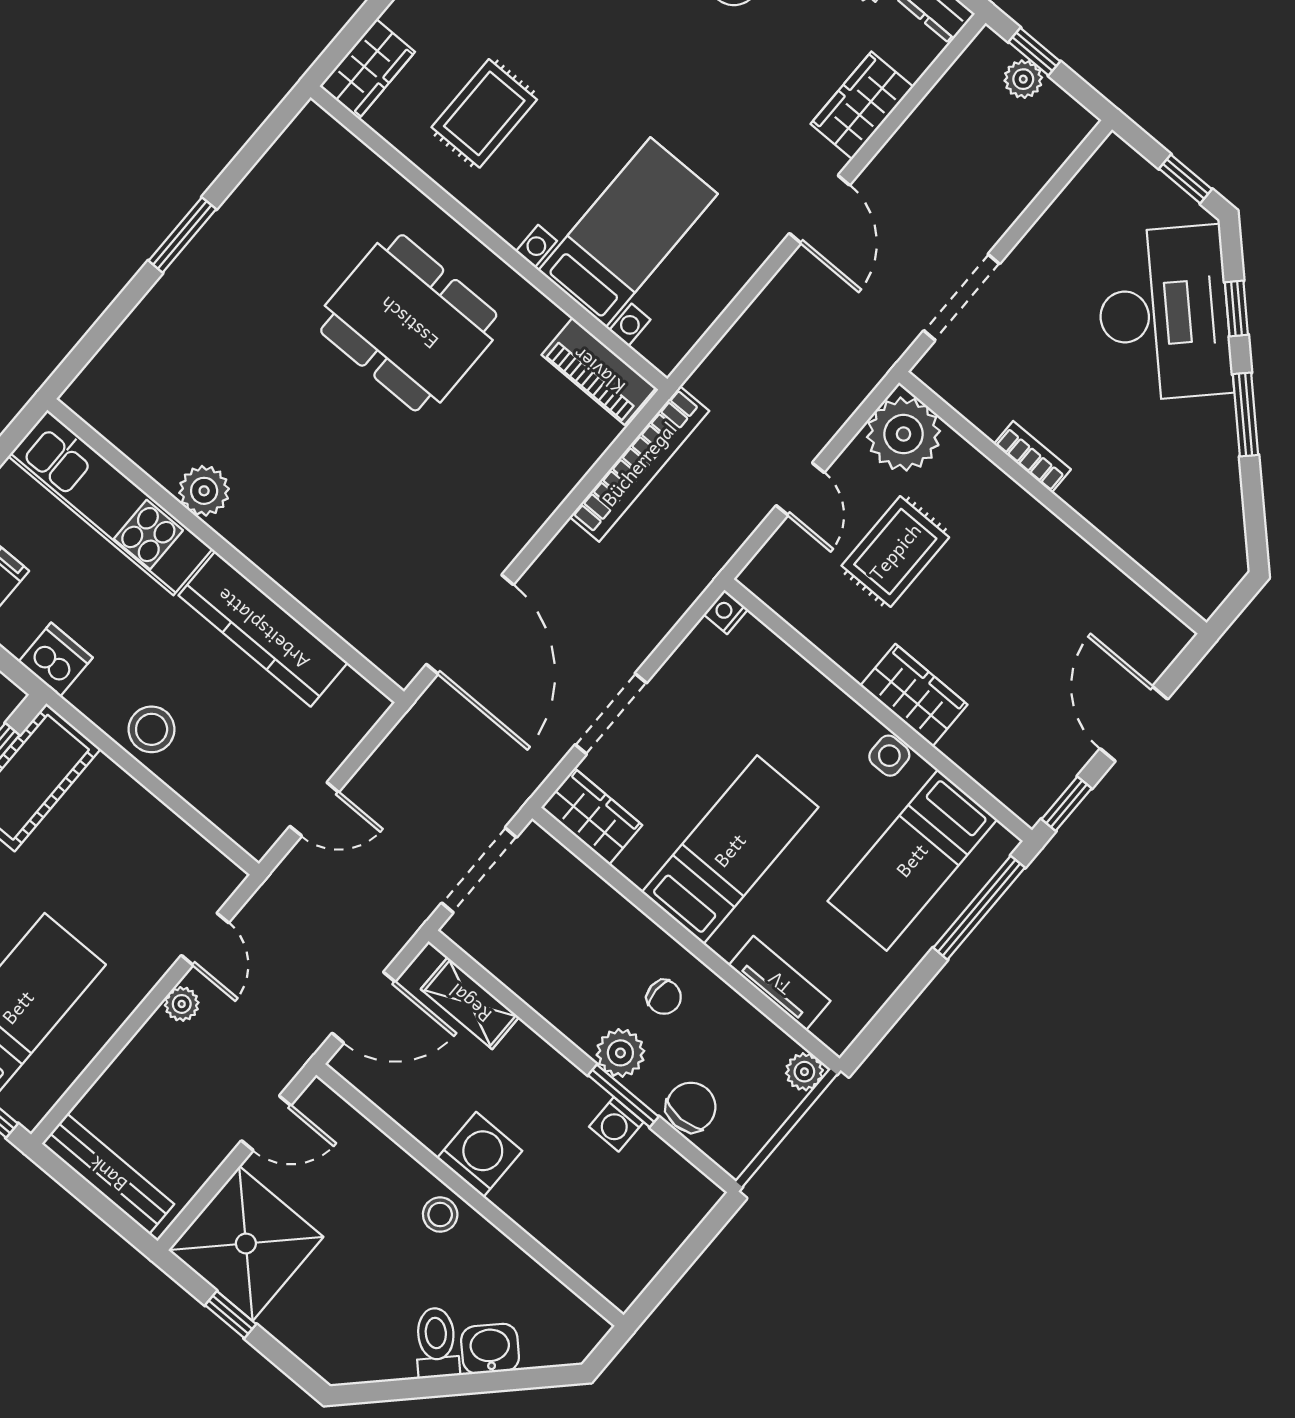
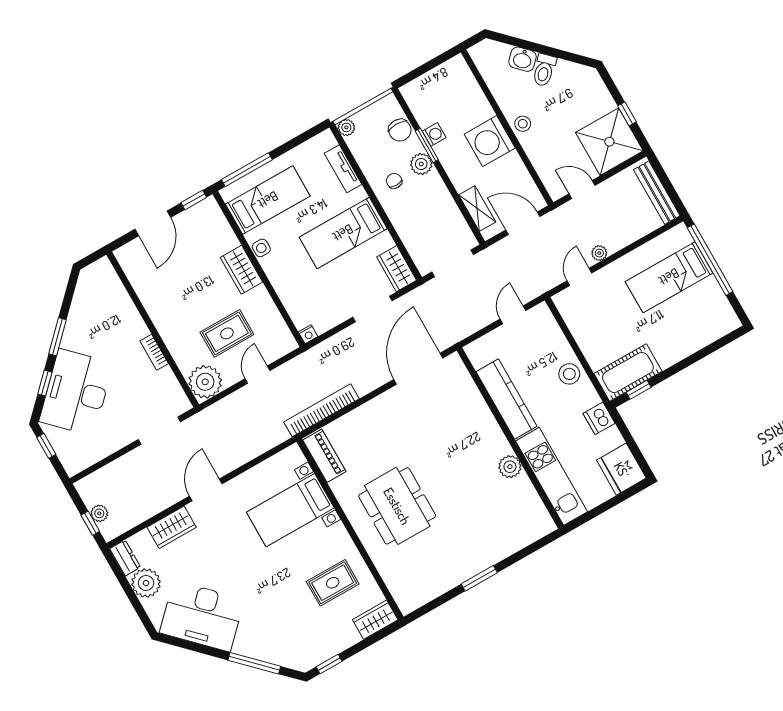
door: (314, 809) -> (513, 315), hinge flipped
chair: (691, 1107) -> (400, 130), turned -90
washing machine: (480, 1154) -> (490, 141), width x1.37, depth x1.37

